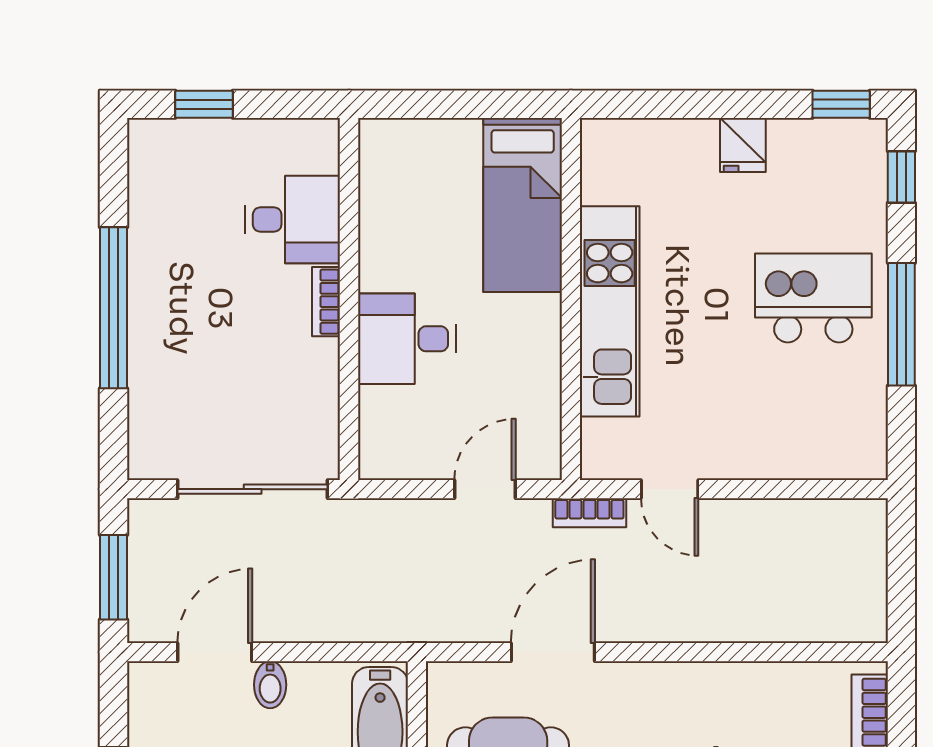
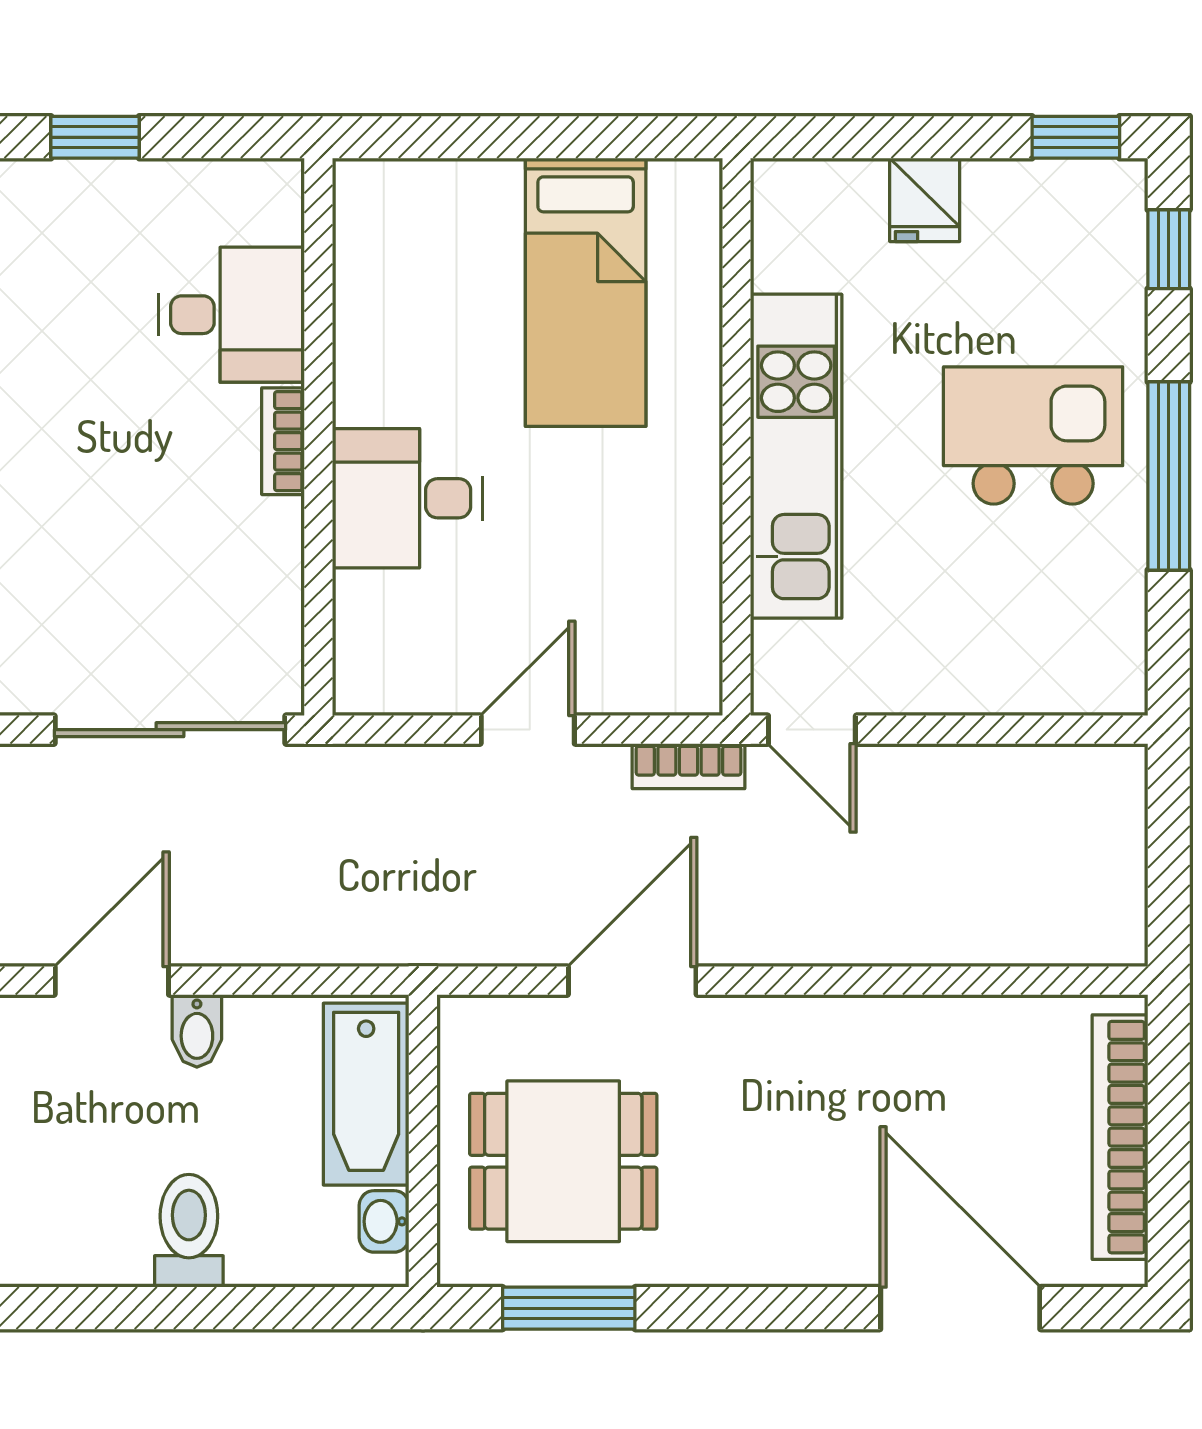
wall: (571, 299) -> (737, 437), moved
kitchen unit: (610, 311) -> (796, 456), moved

